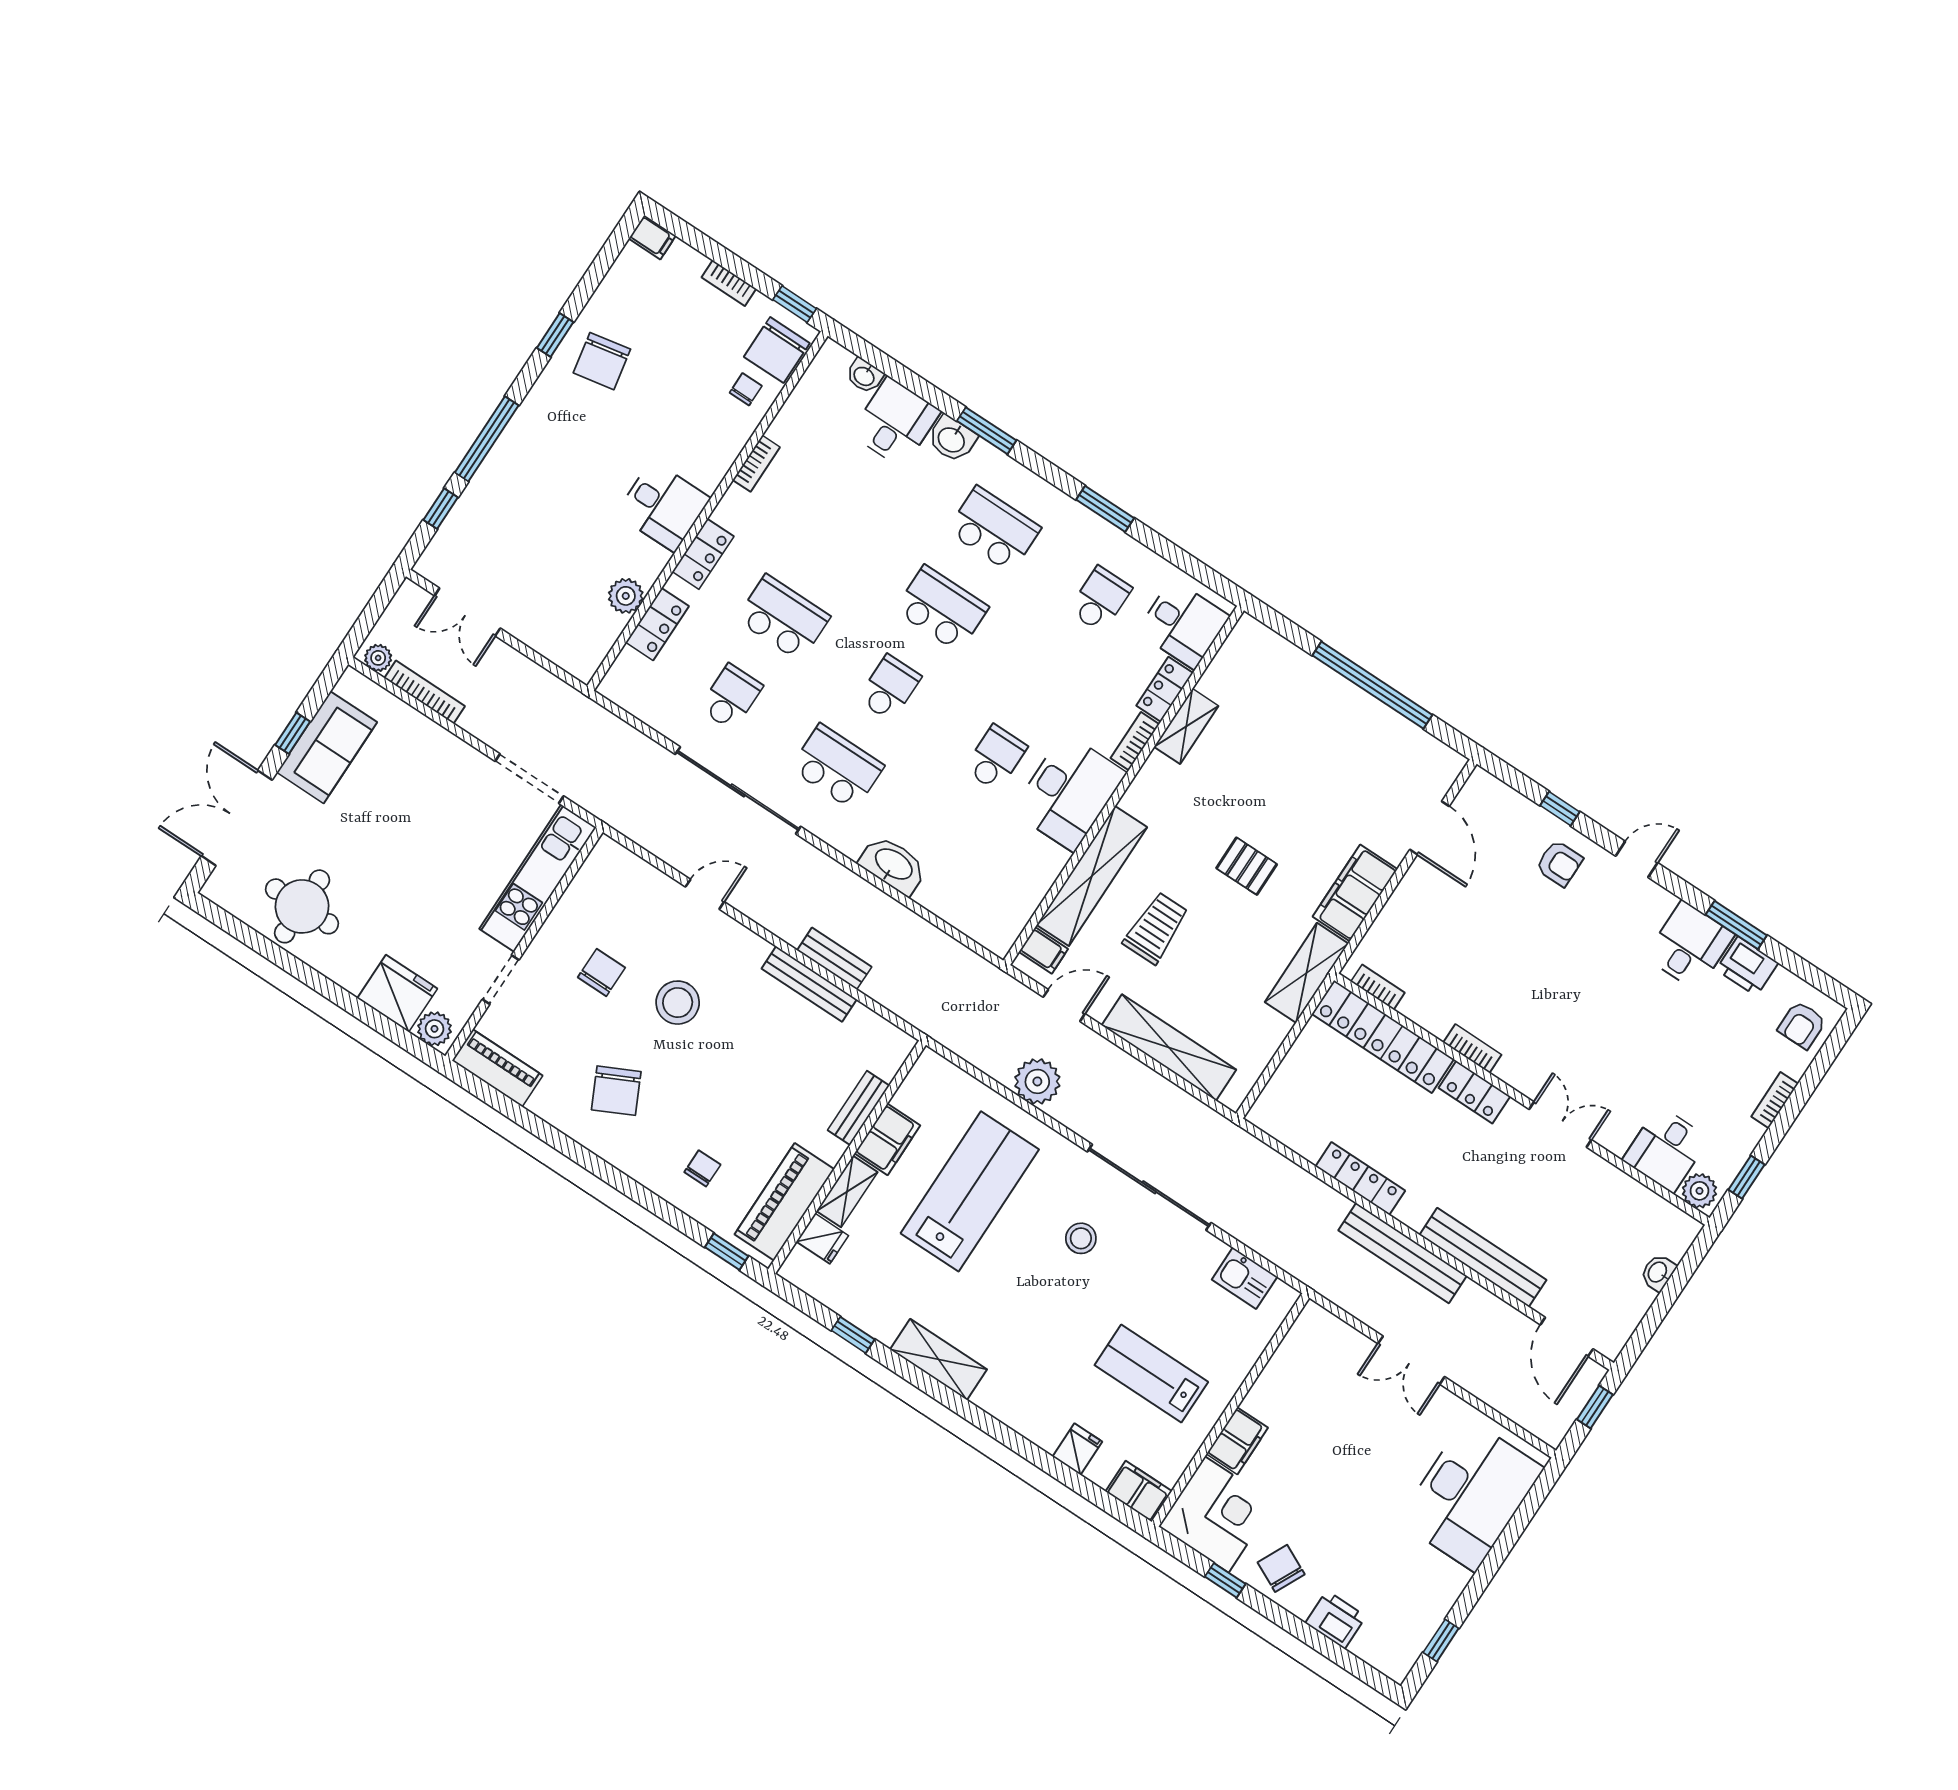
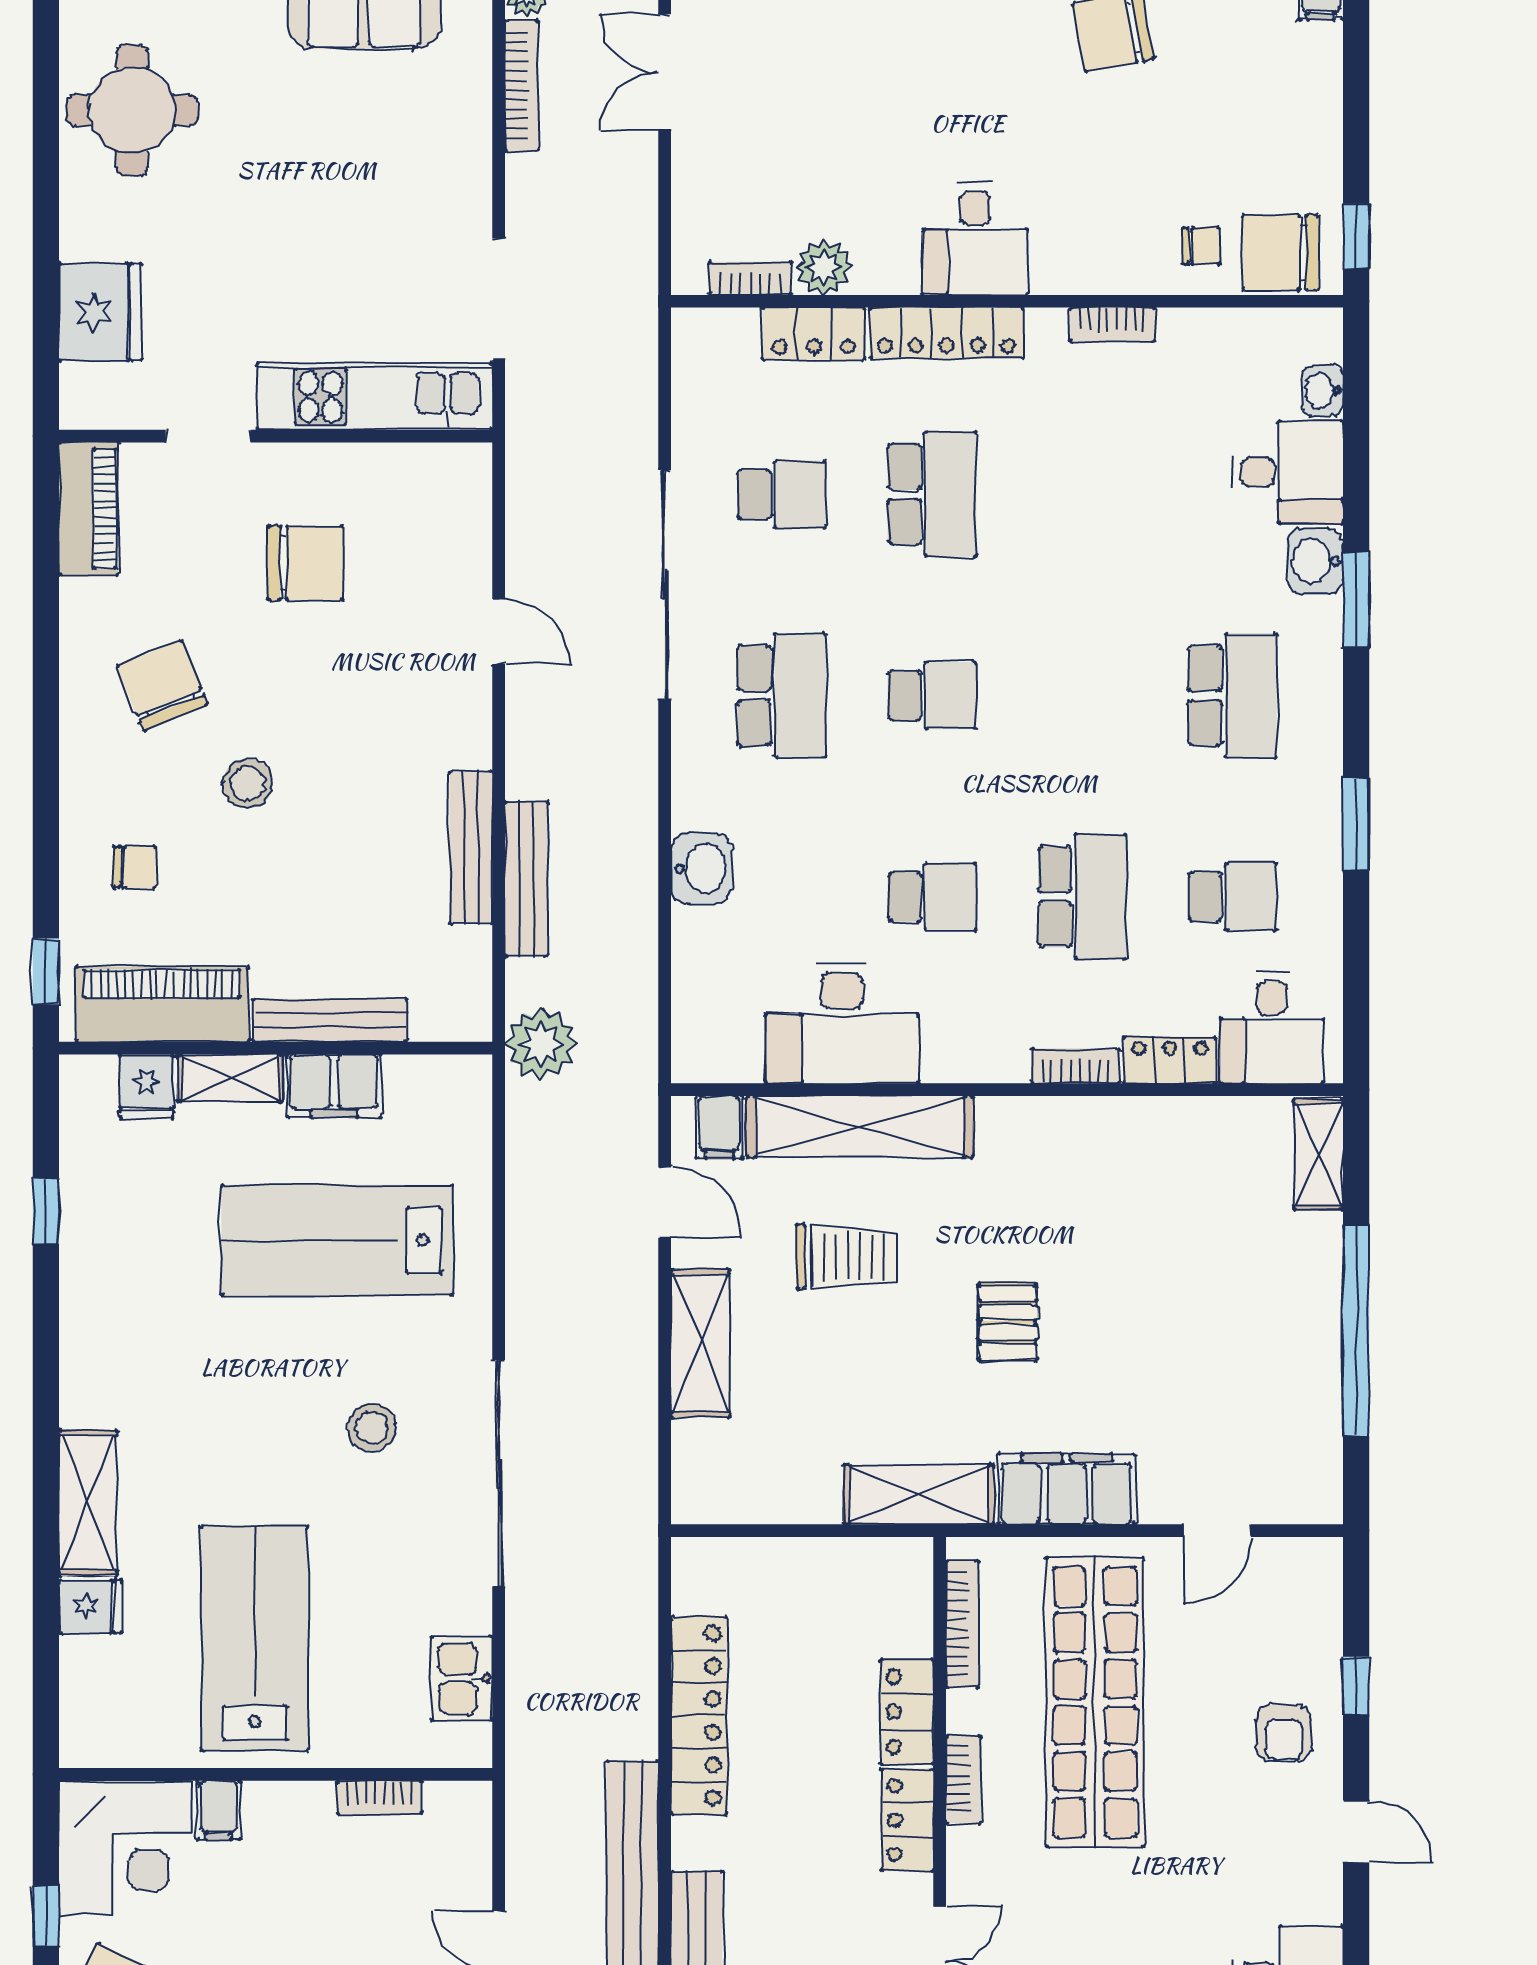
bookcase: (729, 283) -> (751, 279), moved, turned 90
locker: (703, 554) -> (947, 333), width x1.53
school desk: (942, 609) -> (1082, 897), moved
shelving: (1186, 726) -> (1318, 1154), moved, turned 90
desk: (1069, 792) -> (842, 1023), moved
door: (1430, 828) -> (1217, 1531), width x0.73
washbasin: (893, 865) -> (701, 868), width x0.72
shop shelf: (1477, 952) -> (1095, 1702), added
bench: (834, 959) -> (527, 879), width x1.36
chair: (601, 972) -> (306, 563), width x1.37, depth x1.37
bookcase: (1378, 987) -> (962, 1624), width x1.56
stool: (678, 1003) -> (248, 784), moved, width x0.73, depth x0.73
plant: (434, 1029) -> (86, 392), removed
locker: (1383, 1037) -> (907, 1712), width x0.46, depth x0.83
shelving: (1169, 1047) -> (701, 1343), width x0.68
plant: (1037, 1081) -> (541, 1044), moved
chair: (616, 1091) -> (162, 686), turned 94
bench: (859, 1108) -> (330, 1020), width x1.36
locker: (1360, 1179) -> (699, 1716), width x1.41, depth x1.21
lab bench: (970, 1191) -> (337, 1240), turned 180
shelving: (939, 1359) -> (88, 1503), moved
bookcase: (1279, 1363) -> (379, 1798), added
lab bench: (1151, 1374) -> (255, 1638), width x1.36, depth x1.39
filing cabinet: (1237, 1441) -> (218, 1810), width x0.50
filing cabinet: (1139, 1491) -> (88, 1724), removed

